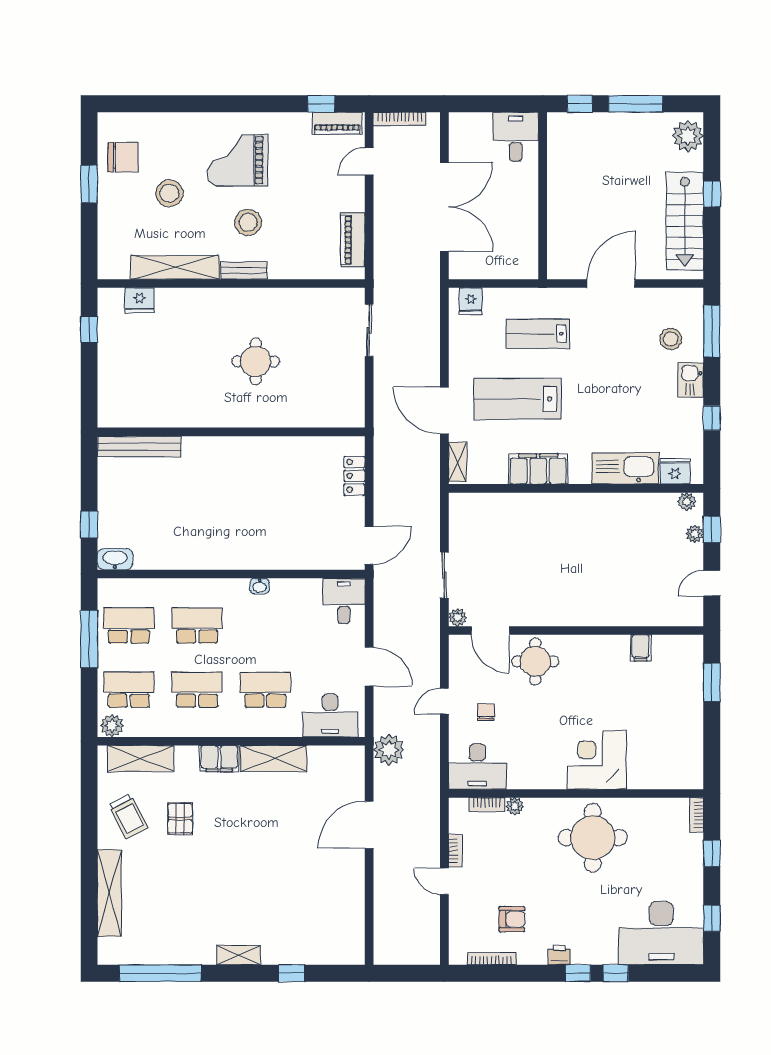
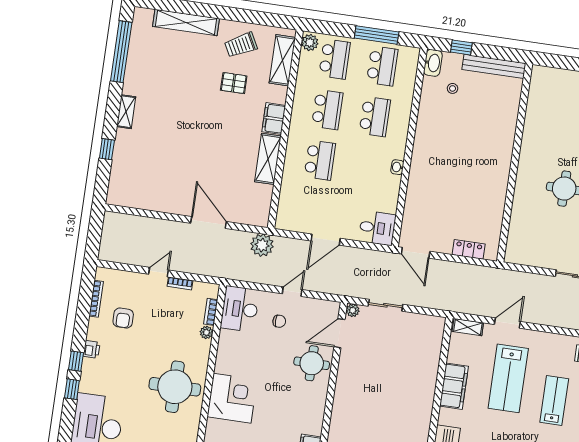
lab bench: (517, 399) -> (508, 378), turned 180
door: (444, 411) -> (507, 323), width x0.73
bench: (139, 446) -> (494, 66), moved, turned 90
stool: (145, 528) -> (453, 88), added
door: (444, 701) -> (292, 292), hinge flipped
desk: (330, 715) -> (294, 205), removed

